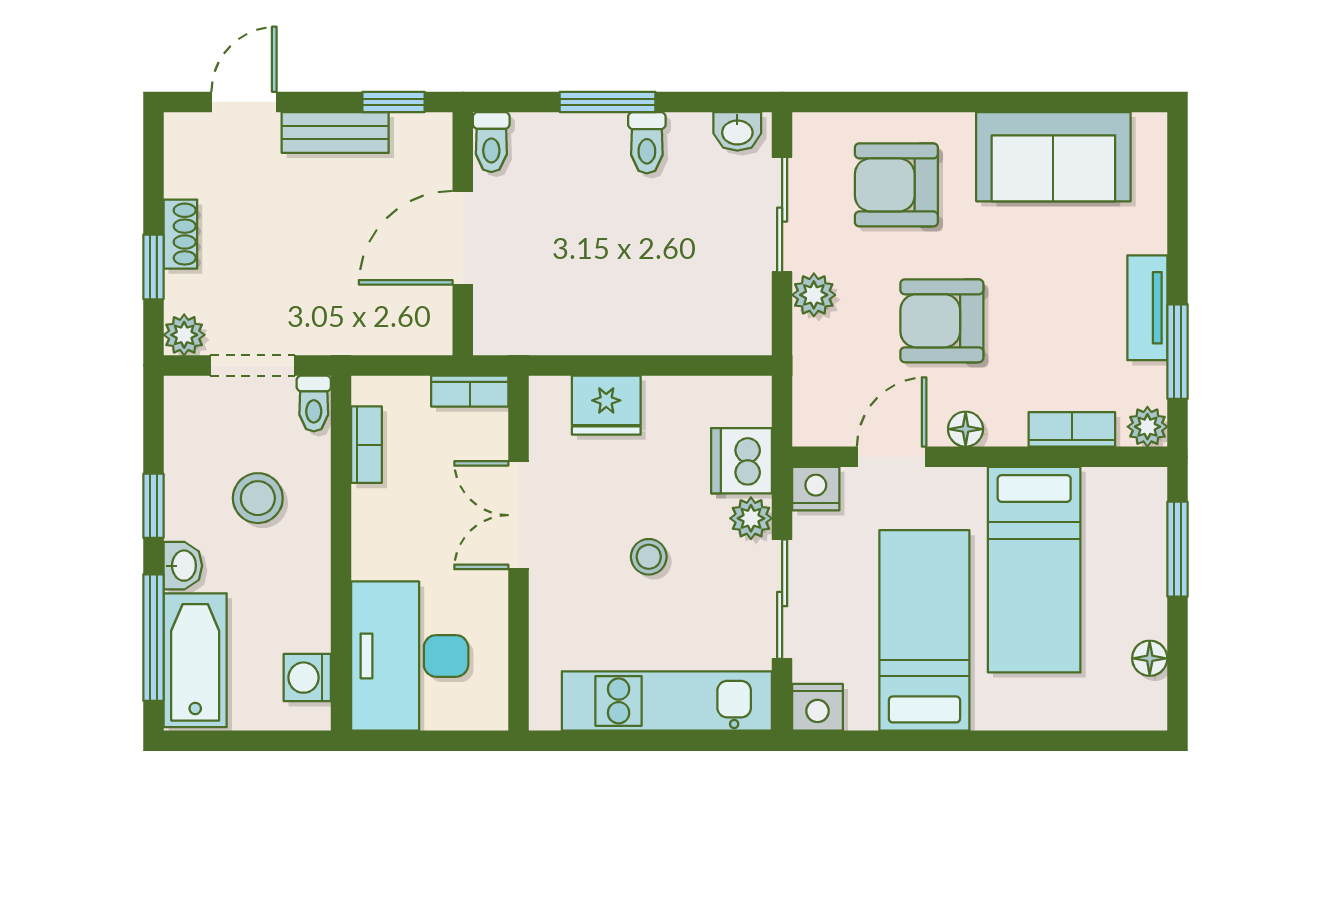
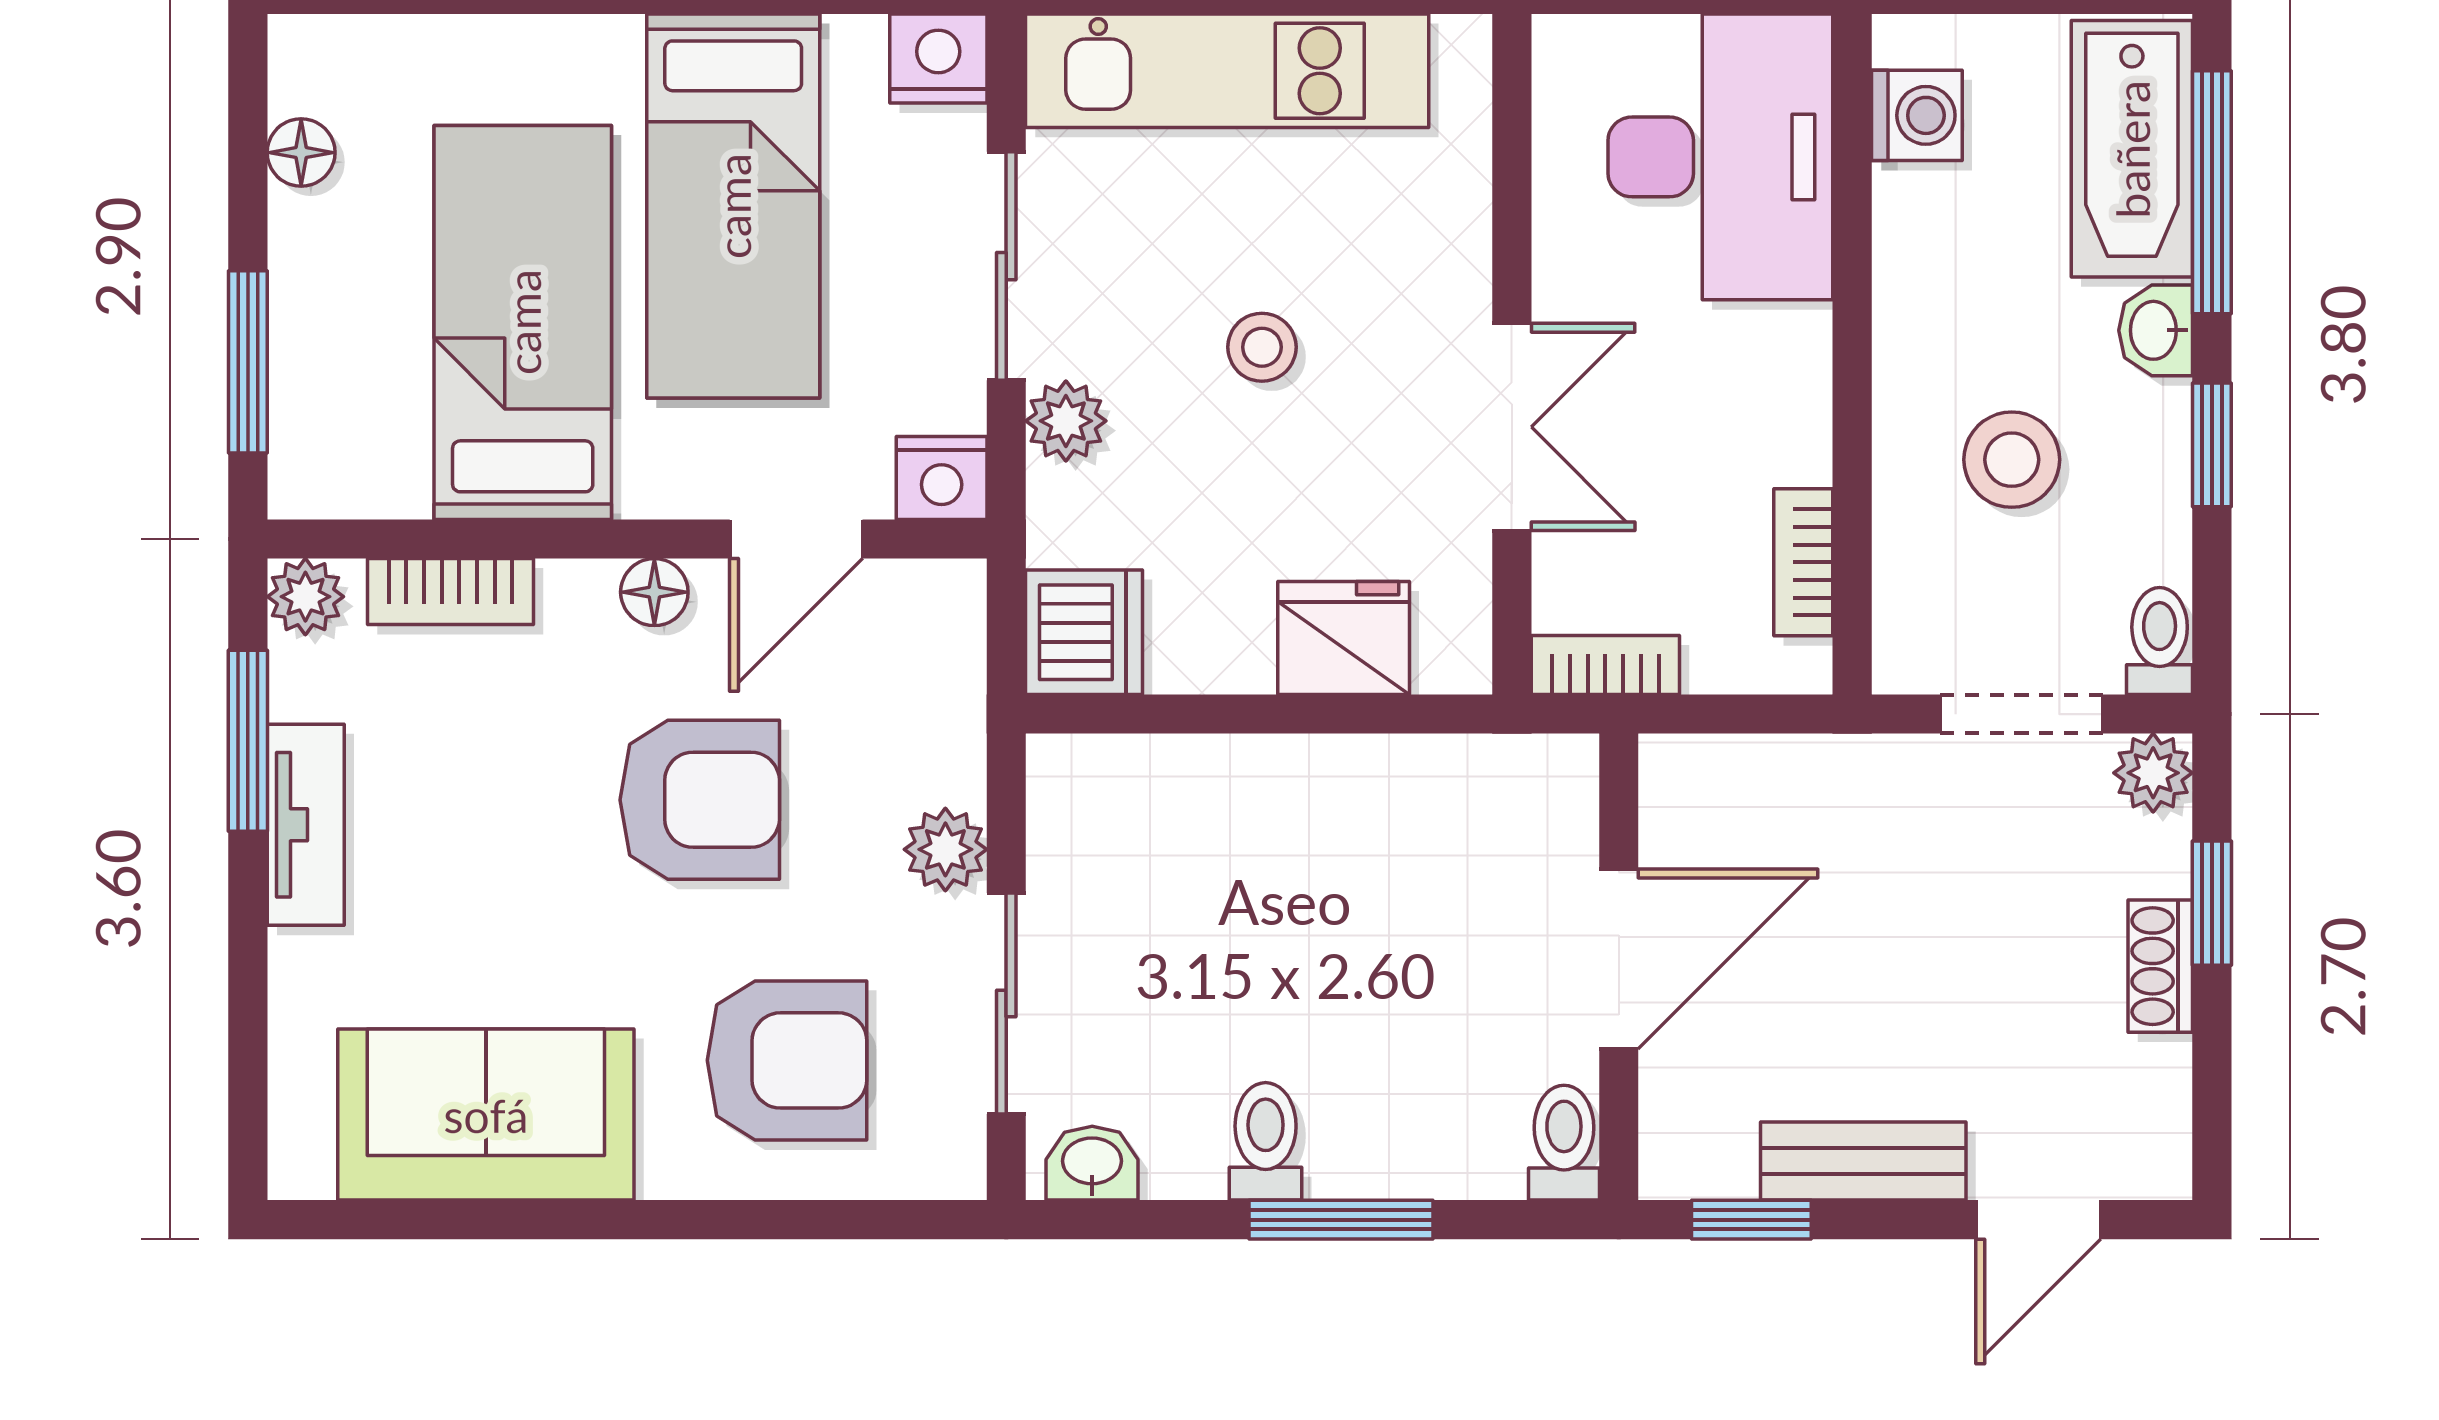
toilet: (314, 404) -> (2160, 641), moved
dishwasher: (742, 461) -> (1084, 632), moved

